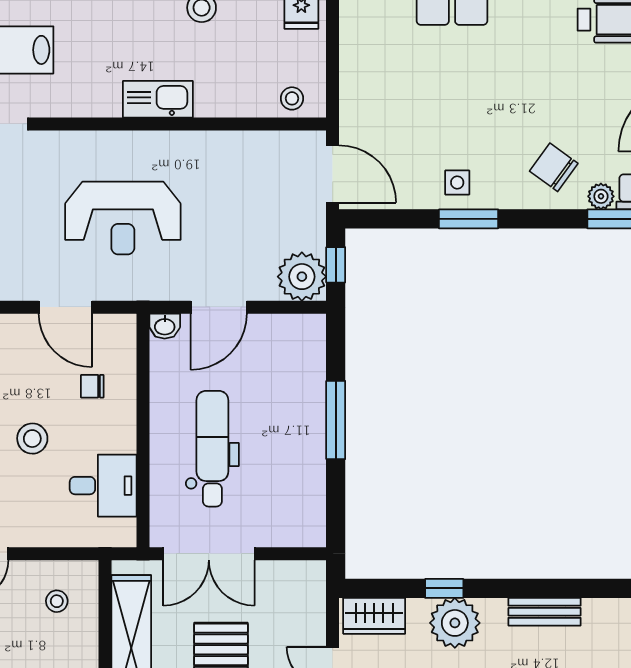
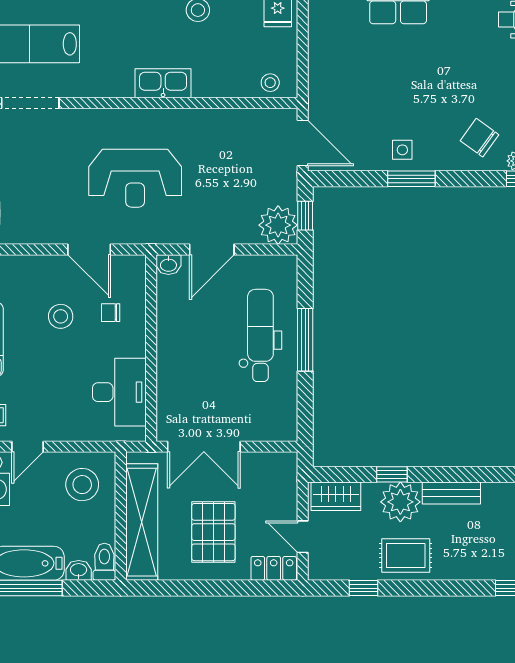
stool: (32, 439) -> (61, 316), moved
dental chair: (212, 449) -> (260, 335), moved
desk: (103, 486) -> (119, 392), width x1.37
stool: (57, 601) -> (82, 485), width x1.89, depth x1.89
bench: (545, 612) -> (451, 493), moved

